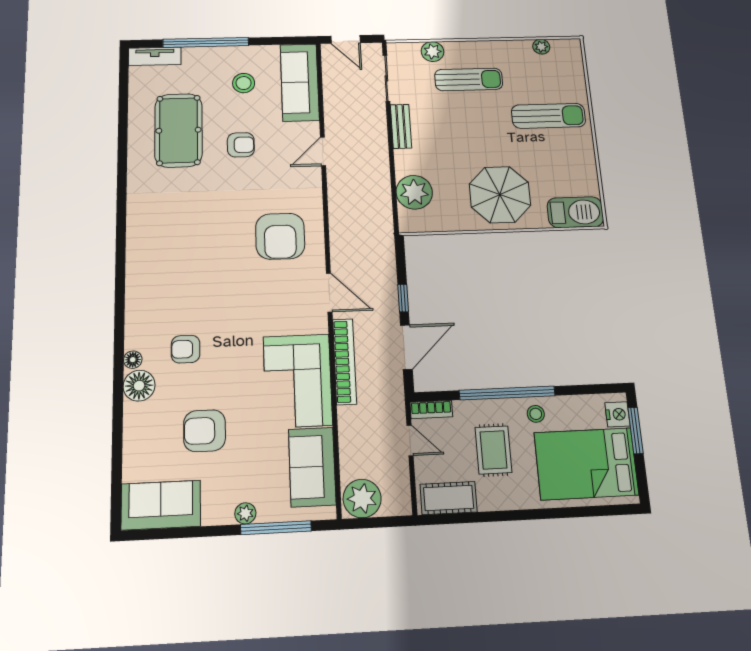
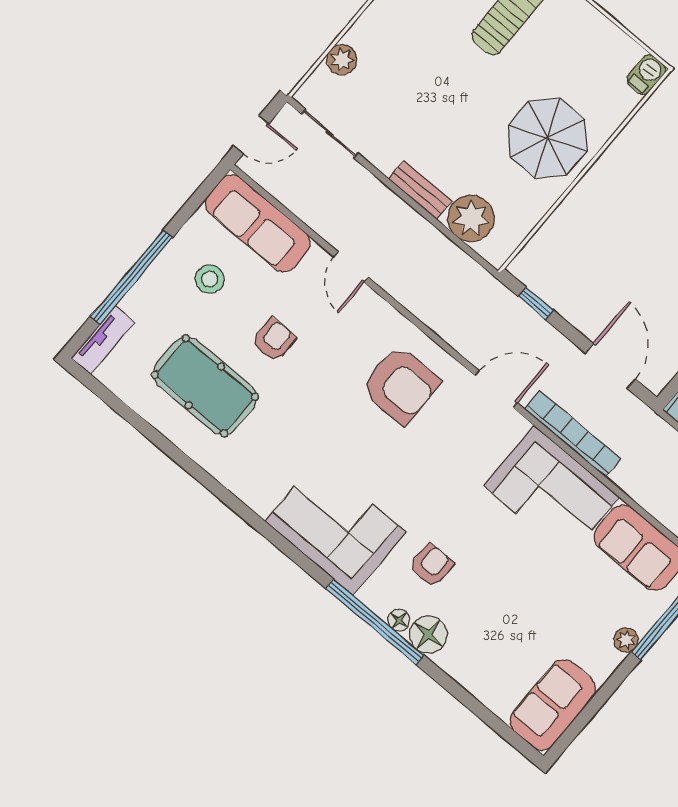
sun lounger: (469, 79) -> (404, 52), removed
bench: (401, 126) -> (420, 190), moved
barbecue: (575, 212) -> (646, 75), width x0.53, depth x0.65
corner sofa: (159, 272) -> (335, 527), added
window: (403, 298) -> (536, 303), moved
window: (119, 346) -> (375, 622), added
armchair: (186, 349) -> (431, 565), turned 180
armchair: (205, 431) -> (522, 612), removed

